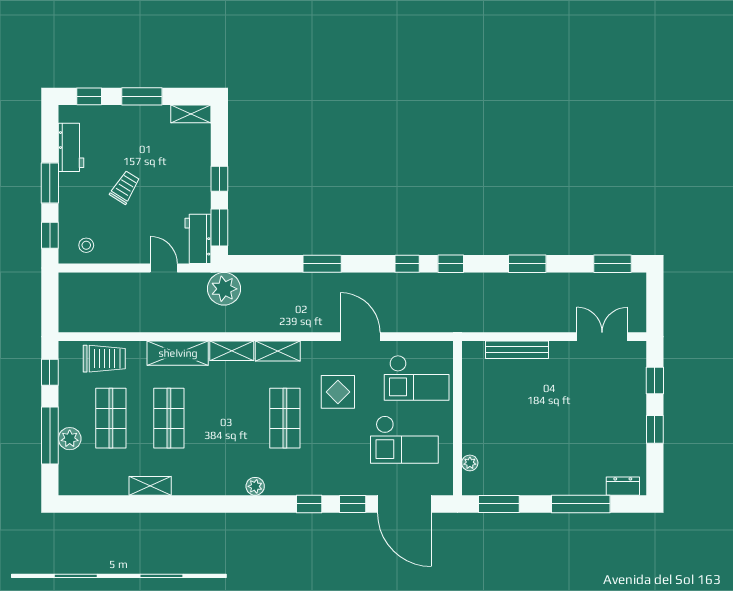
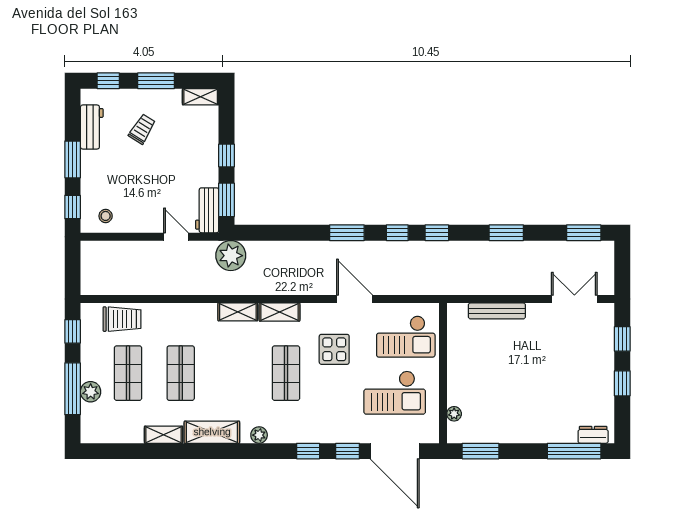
trolley: (125, 187) -> (142, 129), moved
window: (322, 264) -> (347, 233), moved
shelving: (178, 353) -> (212, 432), moved
window: (581, 504) -> (574, 451), moved

